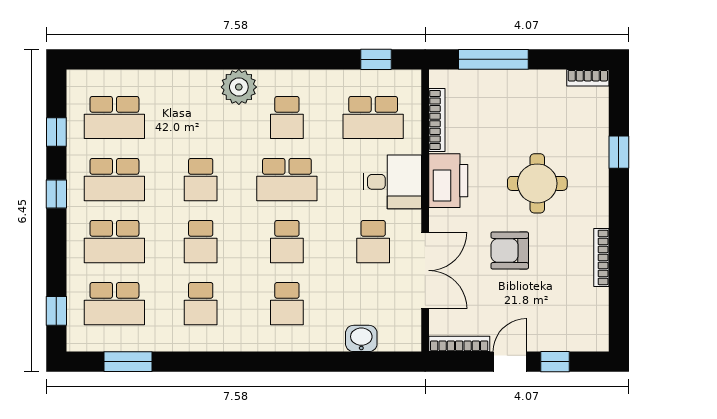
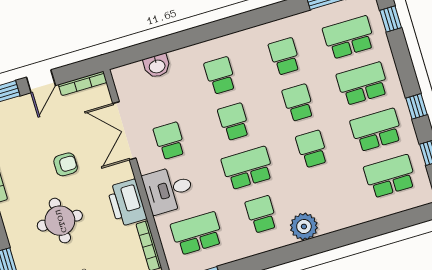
armchair: (510, 250) -> (66, 164), width x0.72, depth x0.72

